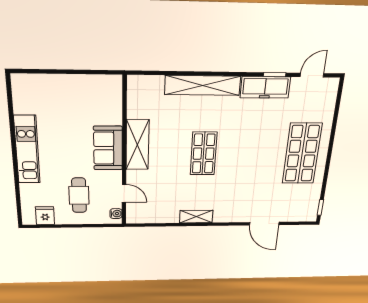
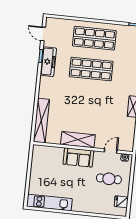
shelving: (203, 85) -> (41, 121), moved
kitchen unit: (27, 150) -> (49, 202), moved
shop shelf: (204, 154) -> (91, 69), moved, width x1.43, depth x1.36

